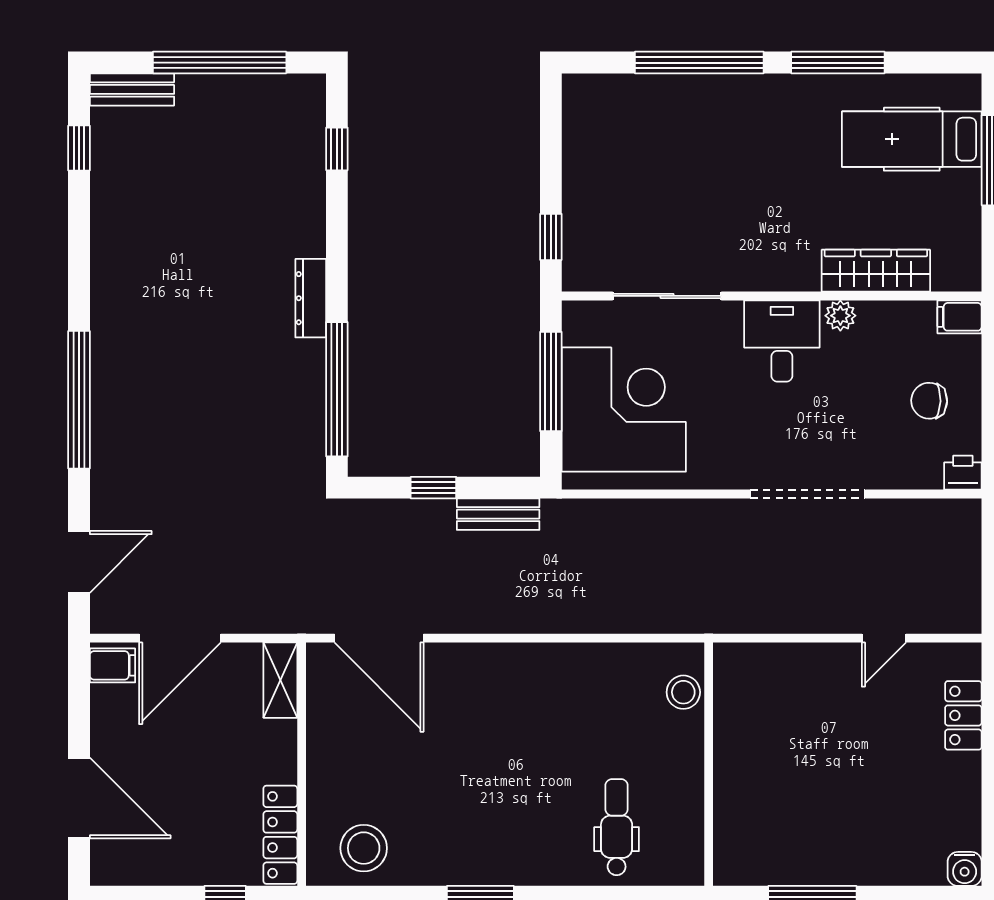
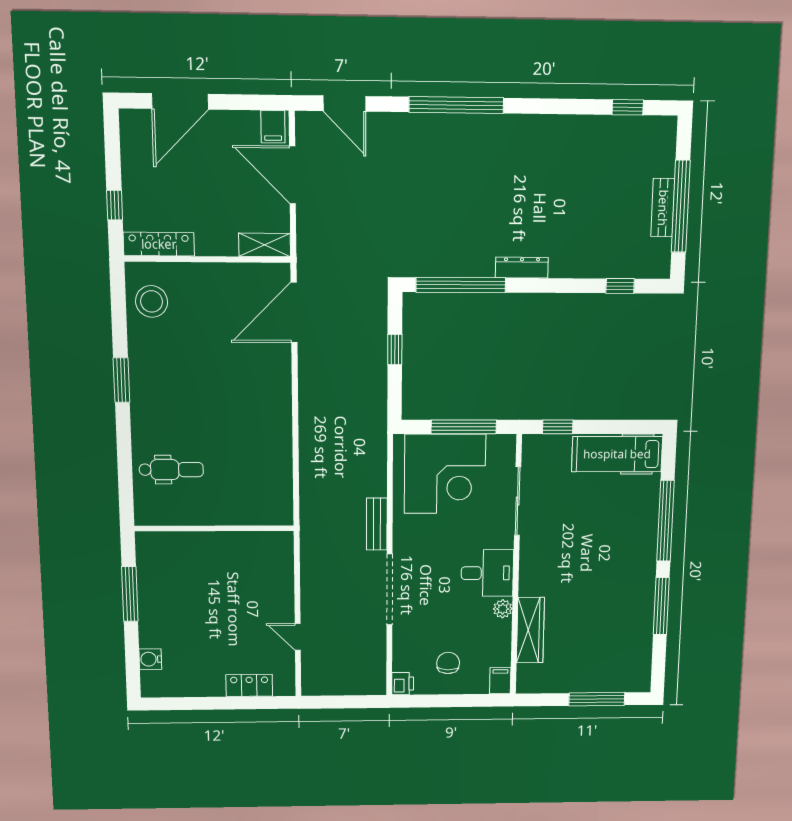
bench: (132, 89) -> (663, 208), moved
hospital bed: (912, 139) -> (617, 454), moved, turned -90
bench: (498, 514) -> (377, 524), moved
stool: (683, 692) -> (261, 512), removed
water cooler: (965, 869) -> (150, 659), moved

